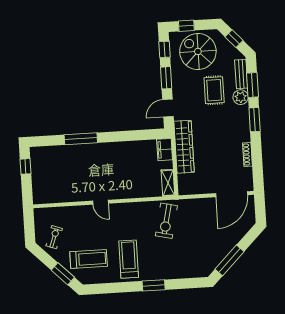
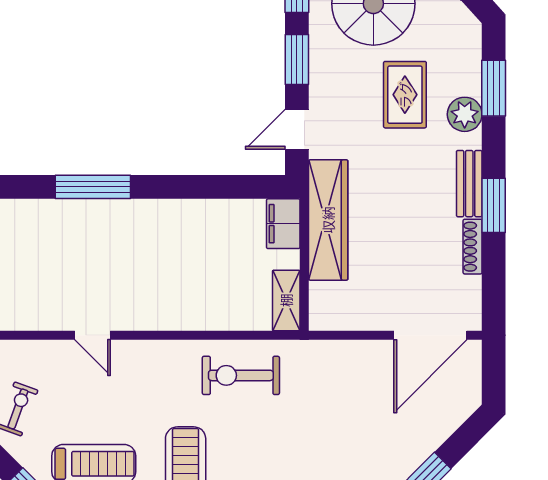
bench: (241, 74) -> (469, 184), moved
window: (255, 120) -> (494, 205), moved
door: (101, 202) -> (93, 335), moved
exercise bike: (166, 221) -> (241, 375), moved, turned 77

